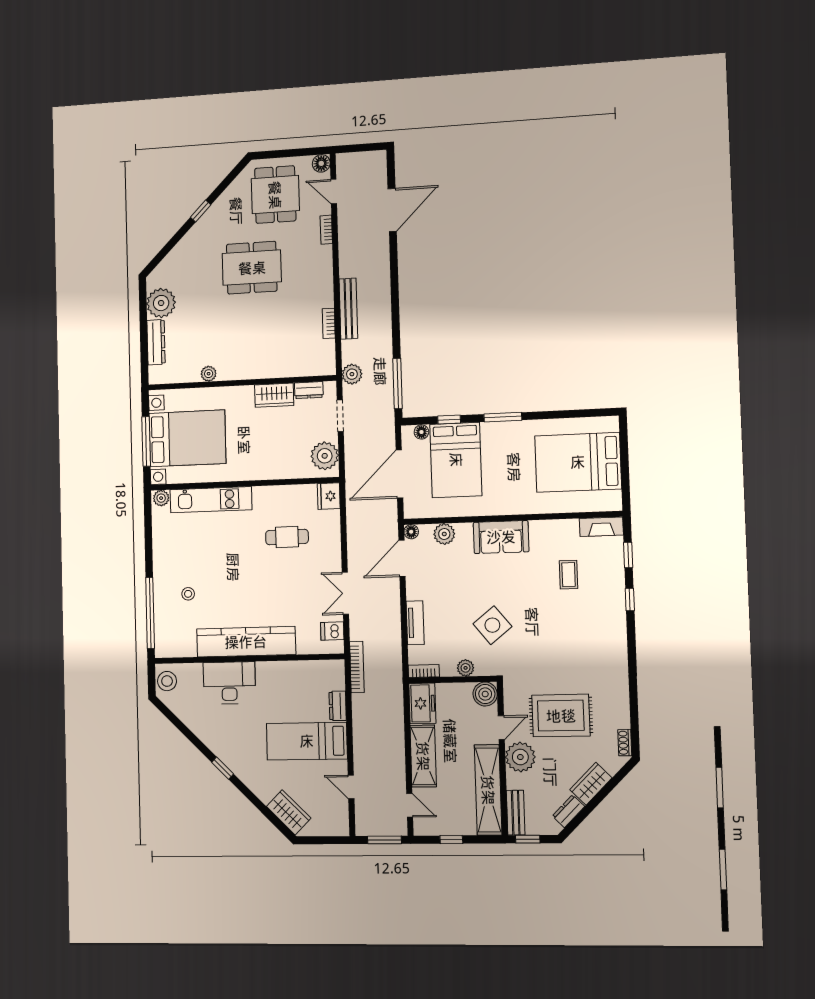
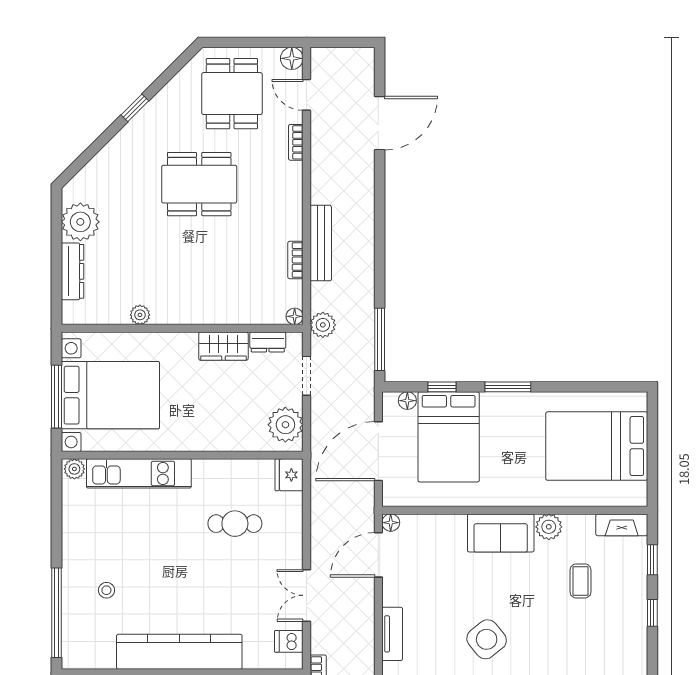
floor lamp: (329, 368) -> (295, 316), added
plant: (444, 534) -> (549, 527), moved

